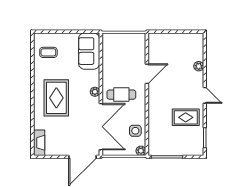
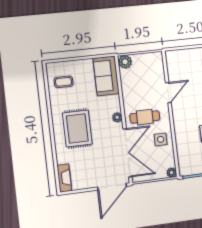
plant: (109, 39) -> (125, 62), added
side table: (135, 131) -> (161, 139), moved

